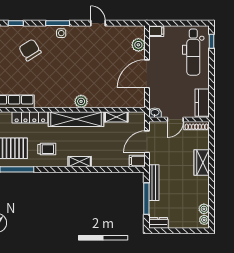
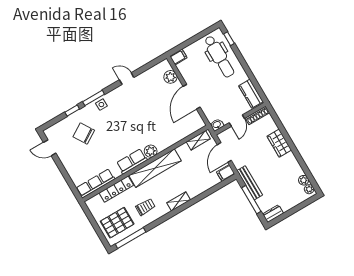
window: (16, 23) -> (72, 111), moved
row of seats: (59, 101) -> (132, 161), added
shelving: (116, 117) -> (198, 140), moved

